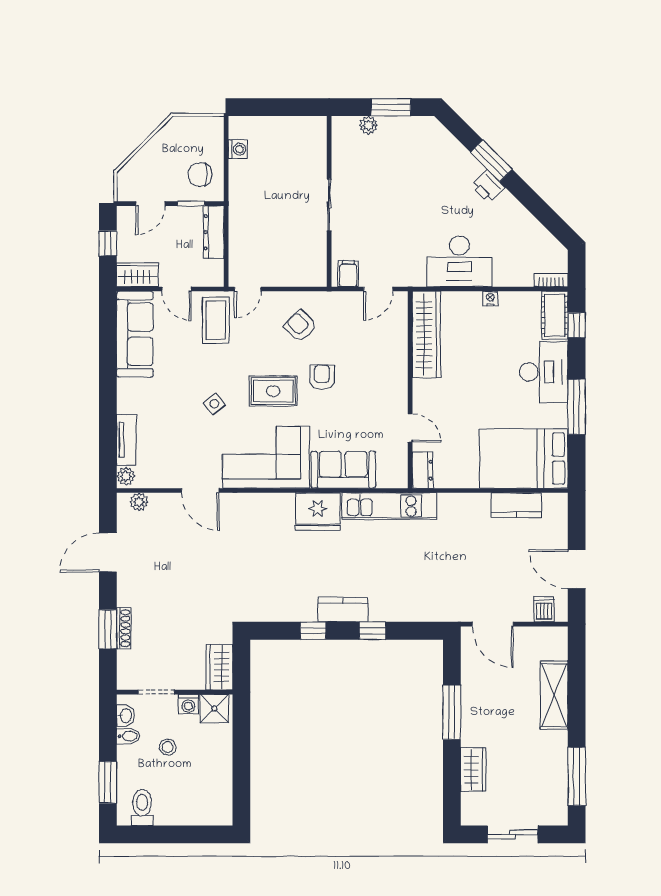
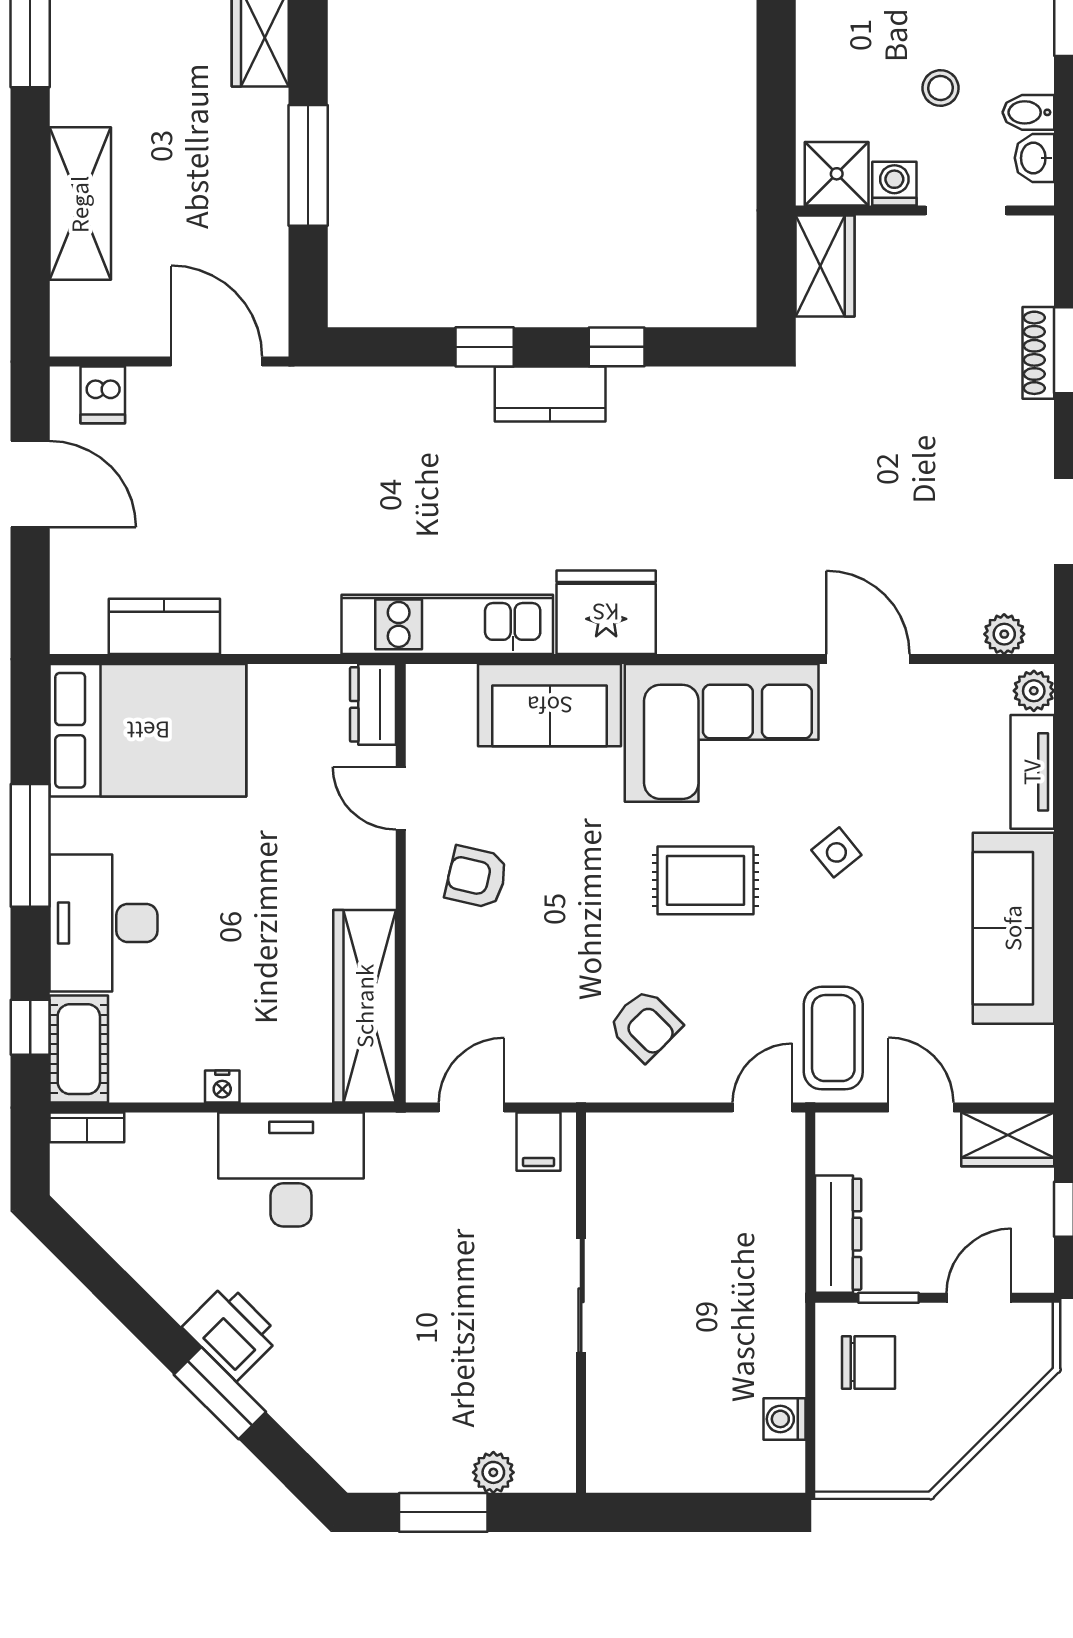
printer: (488, 186) -> (232, 1332), width x1.36, depth x1.24
sofa: (135, 334) -> (1013, 928), moved
armchair: (322, 377) -> (476, 877), moved, turned 103

